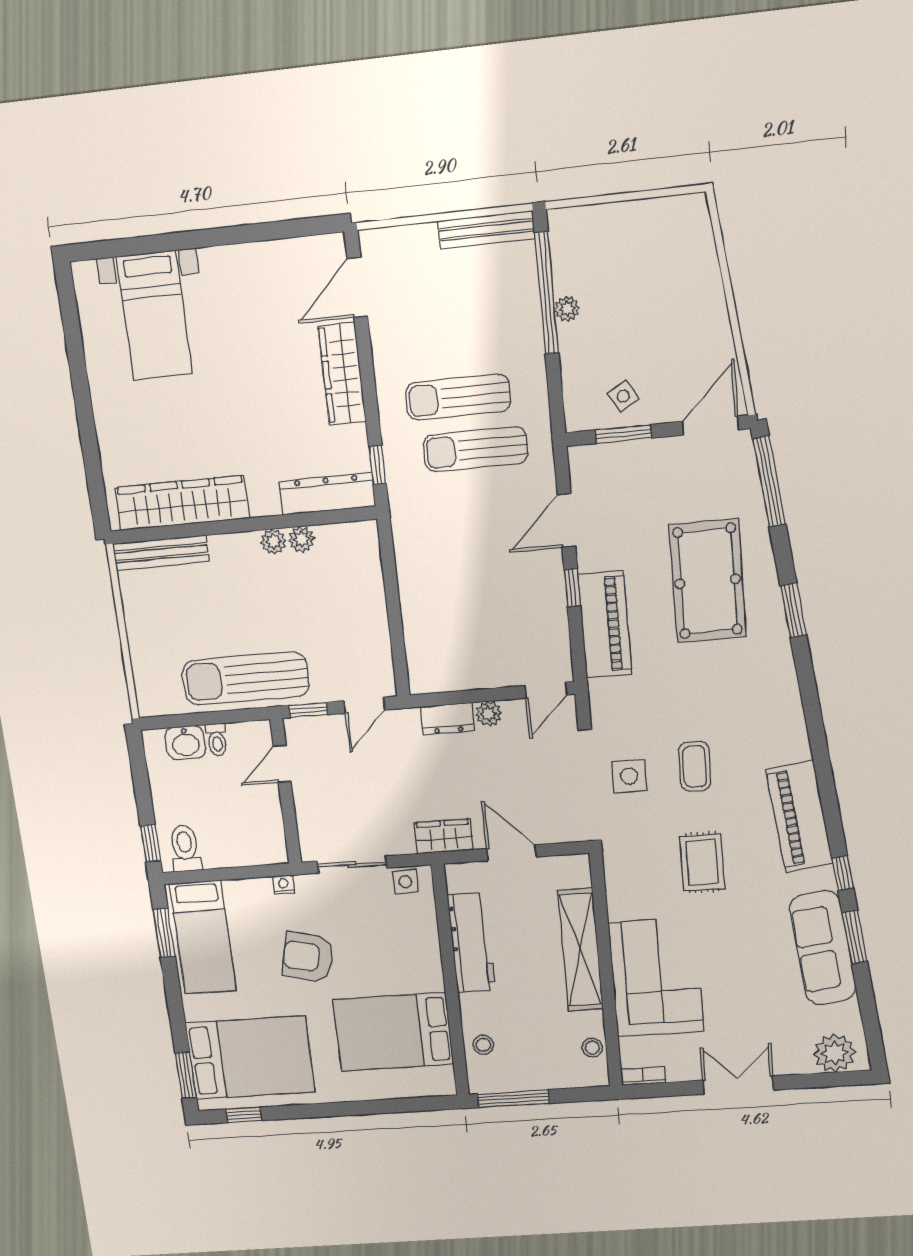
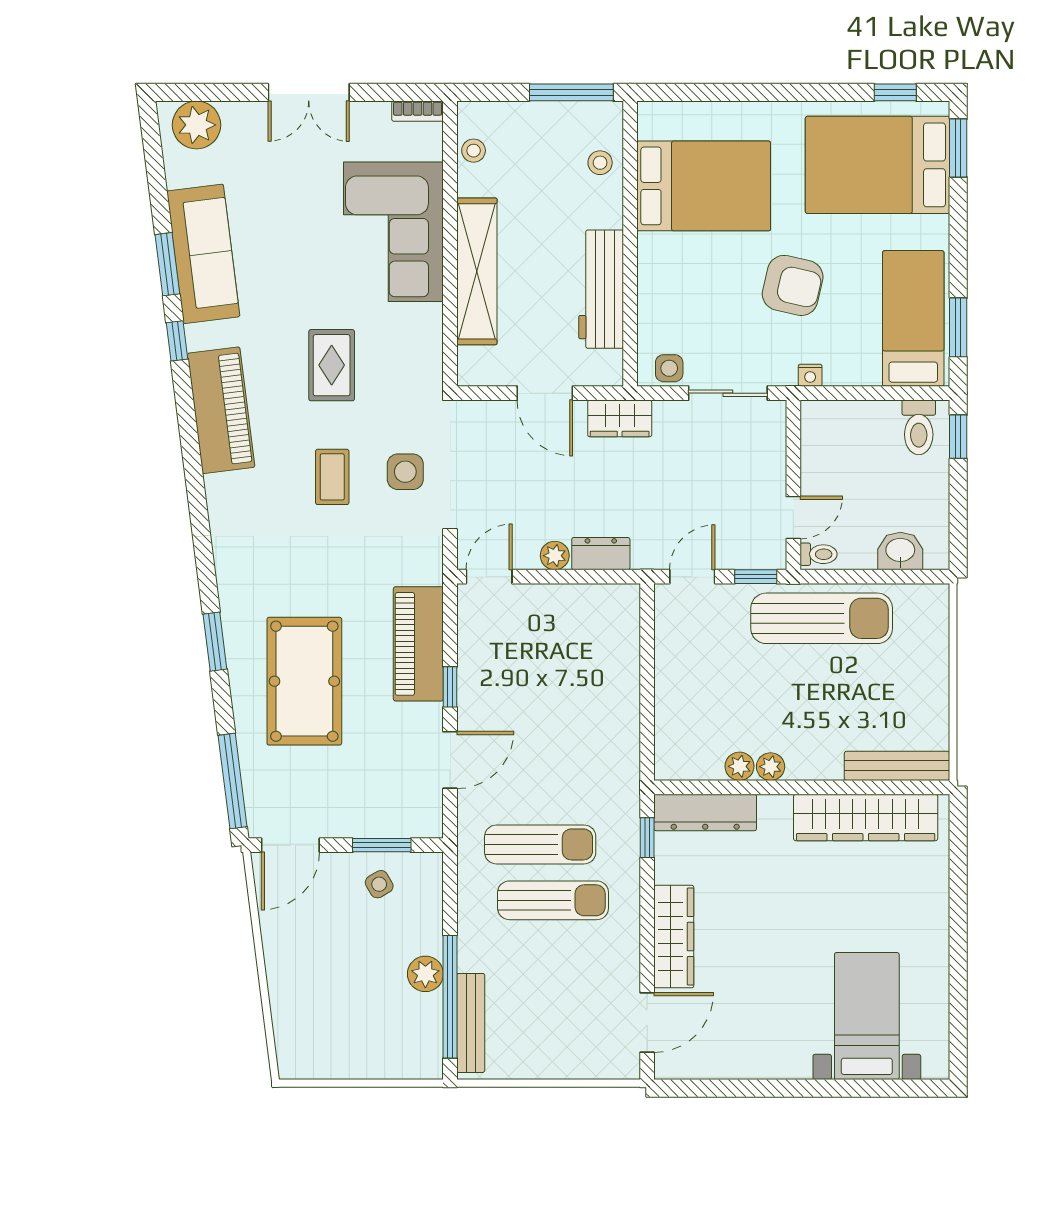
bench: (486, 230) -> (471, 1023), moved, turned 90
plant: (567, 309) -> (425, 974), width x1.38, depth x1.38
toilet: (217, 740) -> (819, 554), moved, turned 90

